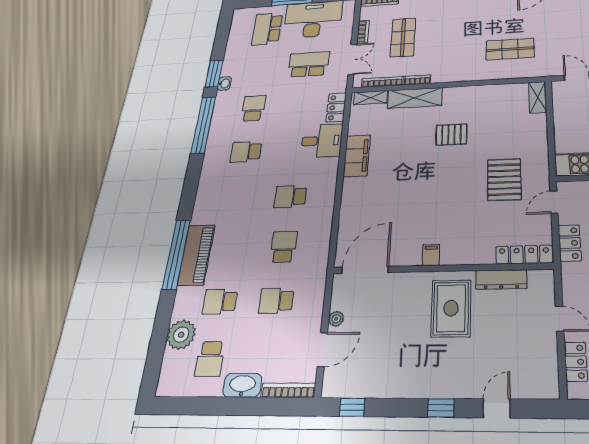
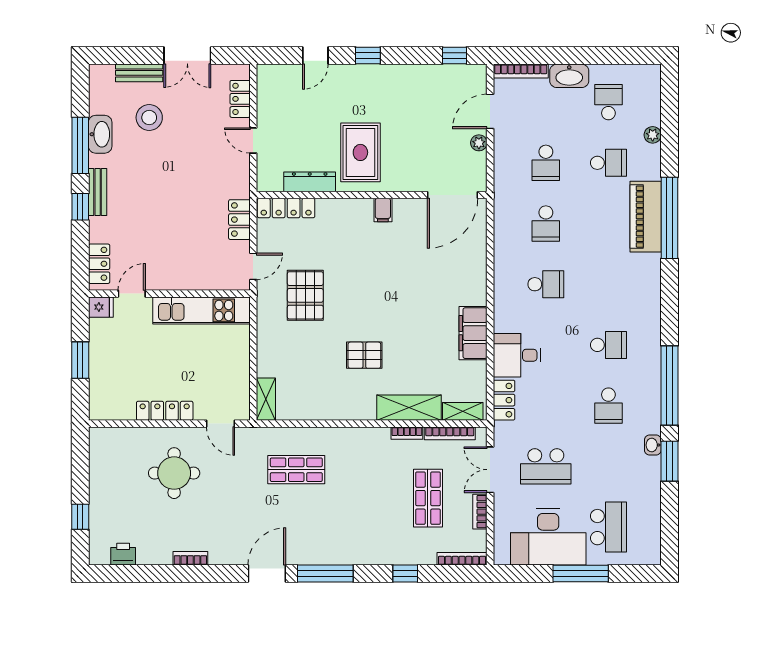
school desk: (276, 301) -> (546, 163), turned 90
plant: (181, 335) -> (653, 135), width x0.53, depth x0.53

